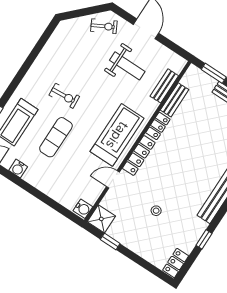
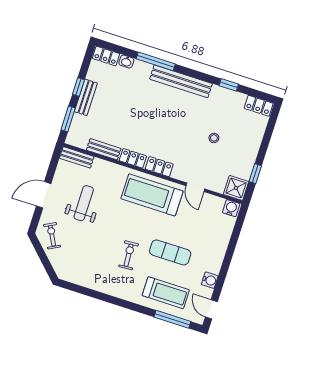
bench: (164, 86) -> (77, 157), moved
locker: (139, 155) -> (159, 167), width x0.66

